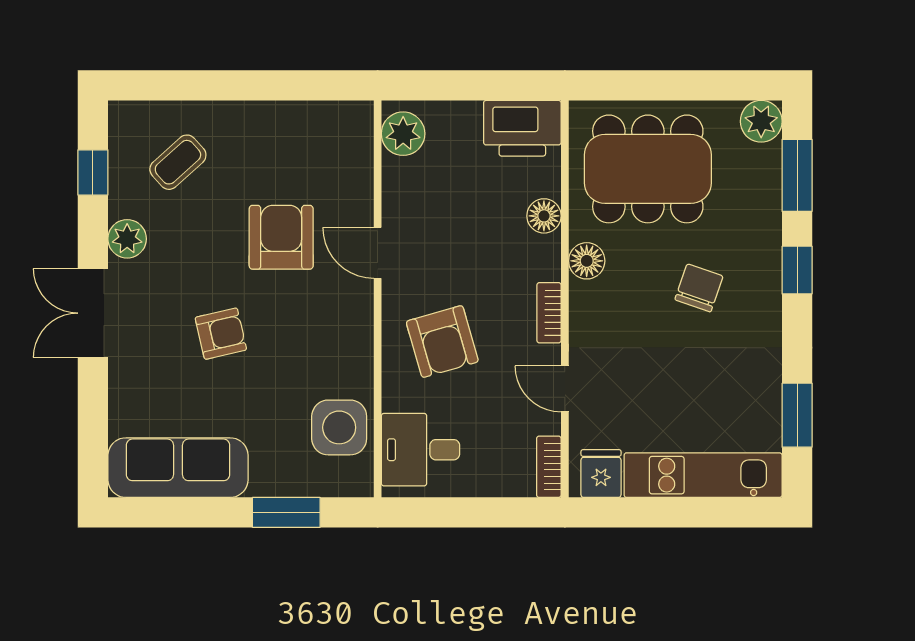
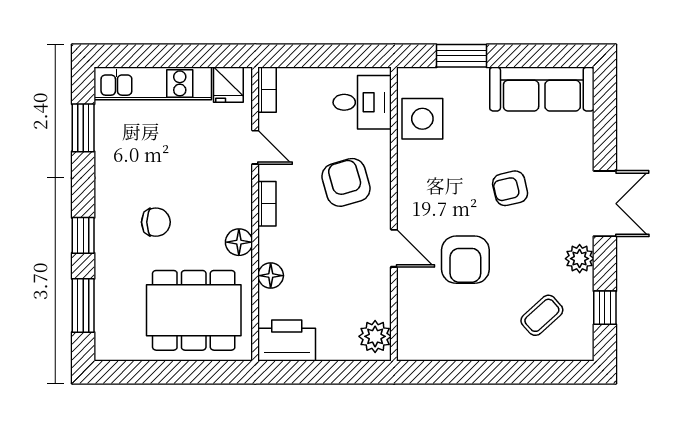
plant: (761, 121) -> (110, 346), removed
chair: (699, 288) -> (156, 222), turned -109

